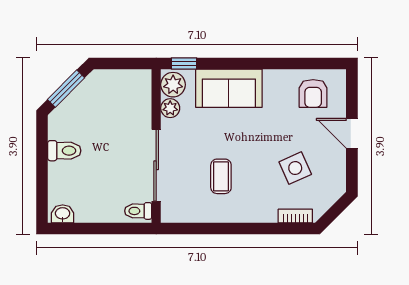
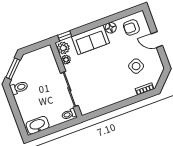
floor lamp: (275, 80) -> (111, 28), added
armchair: (313, 93) -> (131, 27), turned 90
toilet: (64, 151) -> (19, 88), moved
coffee table: (221, 176) -> (102, 83), removed
washbasin: (63, 214) -> (38, 125), width x1.91, depth x1.45

